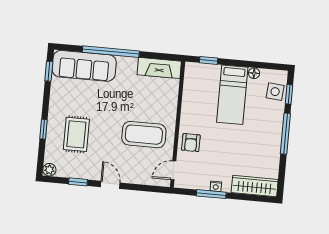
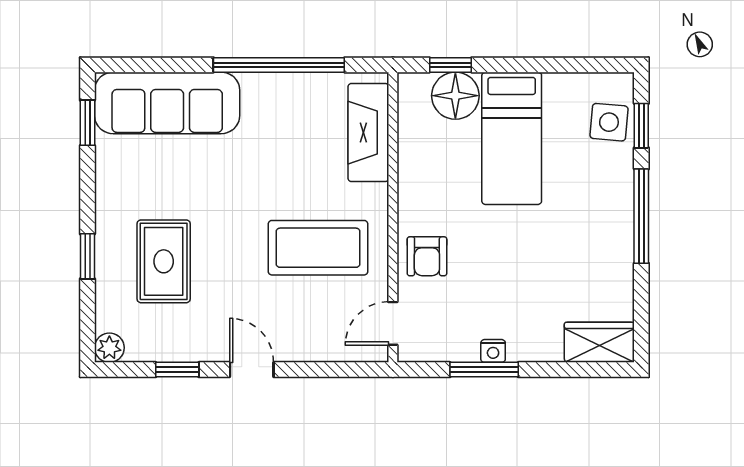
window: (111, 52) -> (279, 65), moved
fireplace: (159, 68) -> (368, 133), moved, turned 90
floor lamp: (254, 73) -> (455, 96), moved, width x1.89, depth x1.89
wardrobe: (255, 186) -> (599, 342), width x0.67

